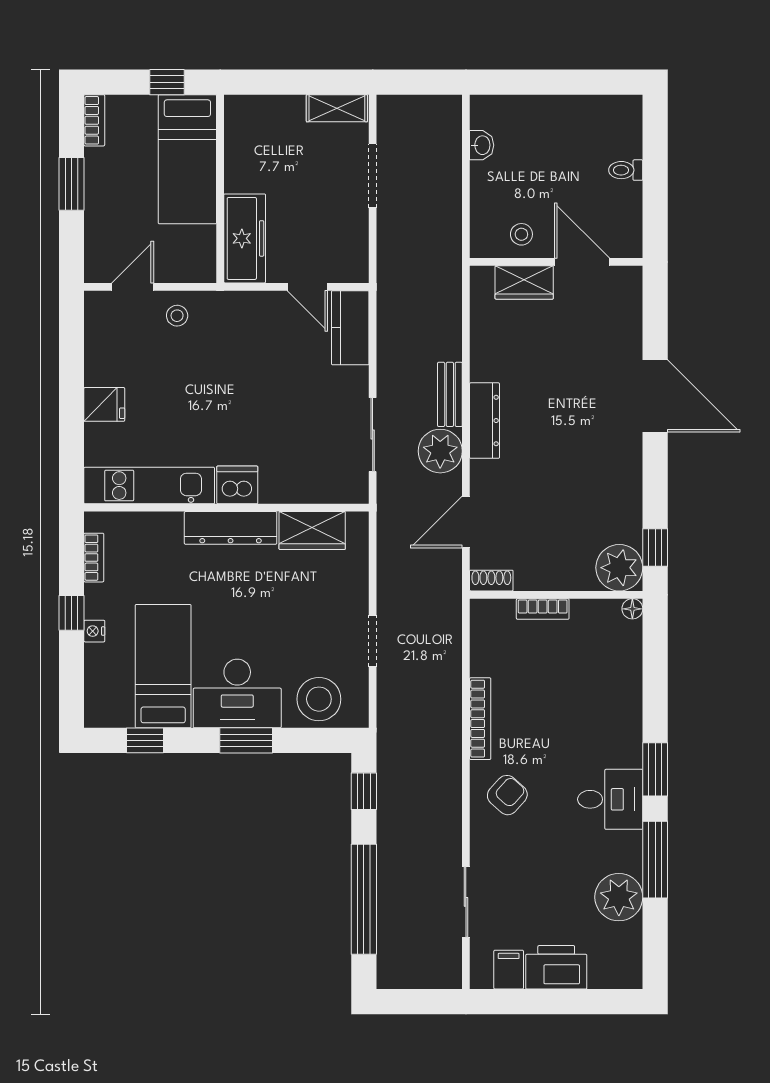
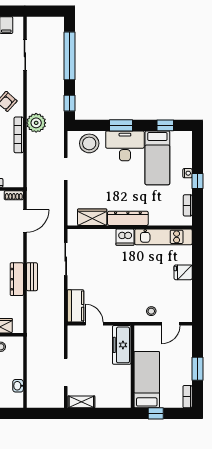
dresser: (485, 421) -> (17, 279), moved
plant: (440, 451) -> (36, 123), moved

